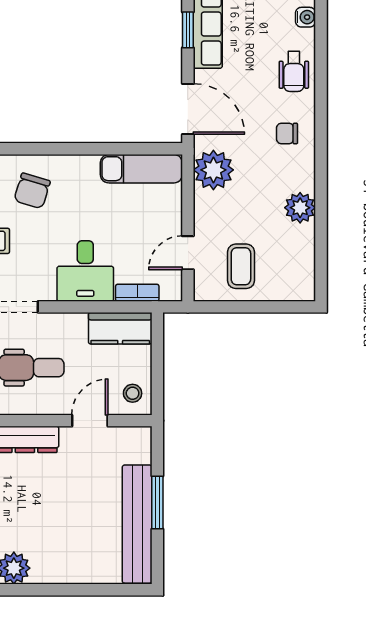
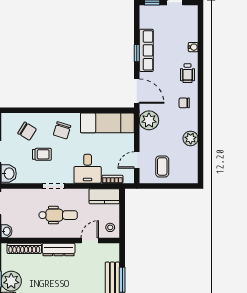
exam couch: (141, 169) -> (107, 123), width x1.36, depth x1.45

